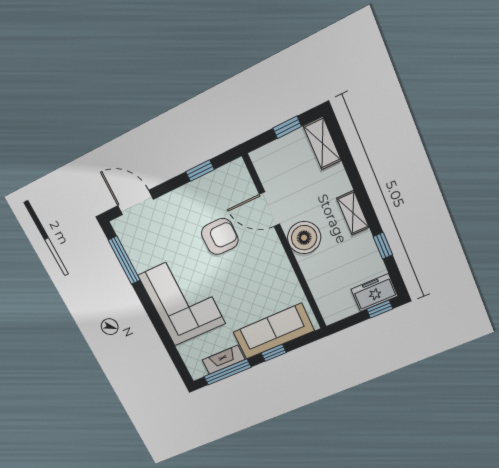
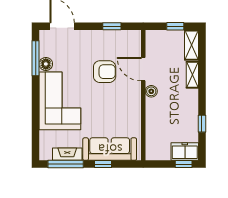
shelving: (353, 213) -> (192, 75), moved
boiler: (304, 238) -> (151, 91), width x0.54, depth x0.54
floor lamp: (141, 262) -> (46, 64), added

